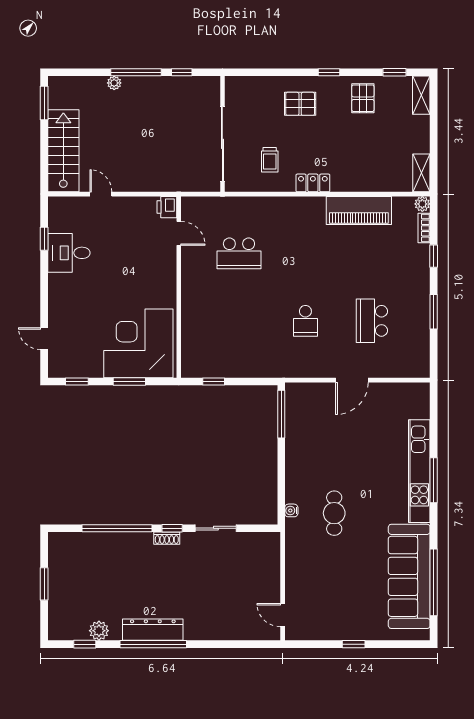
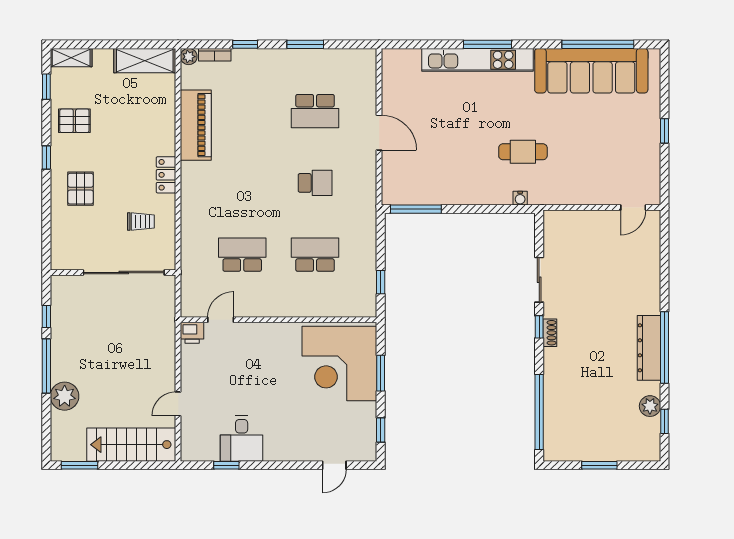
plant: (114, 83) -> (65, 396), width x1.88, depth x1.88
shelving: (421, 173) -> (145, 61), width x1.50, depth x1.33
school desk: (239, 253) -> (242, 255), turned -90
school desk: (239, 321) -> (315, 255), added
window: (117, 528) -> (539, 412), moved

